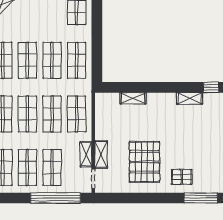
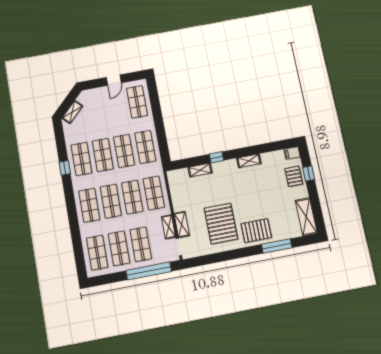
window: (211, 87) -> (217, 157), moved
pallet: (182, 177) -> (256, 231), width x1.50, depth x1.42

